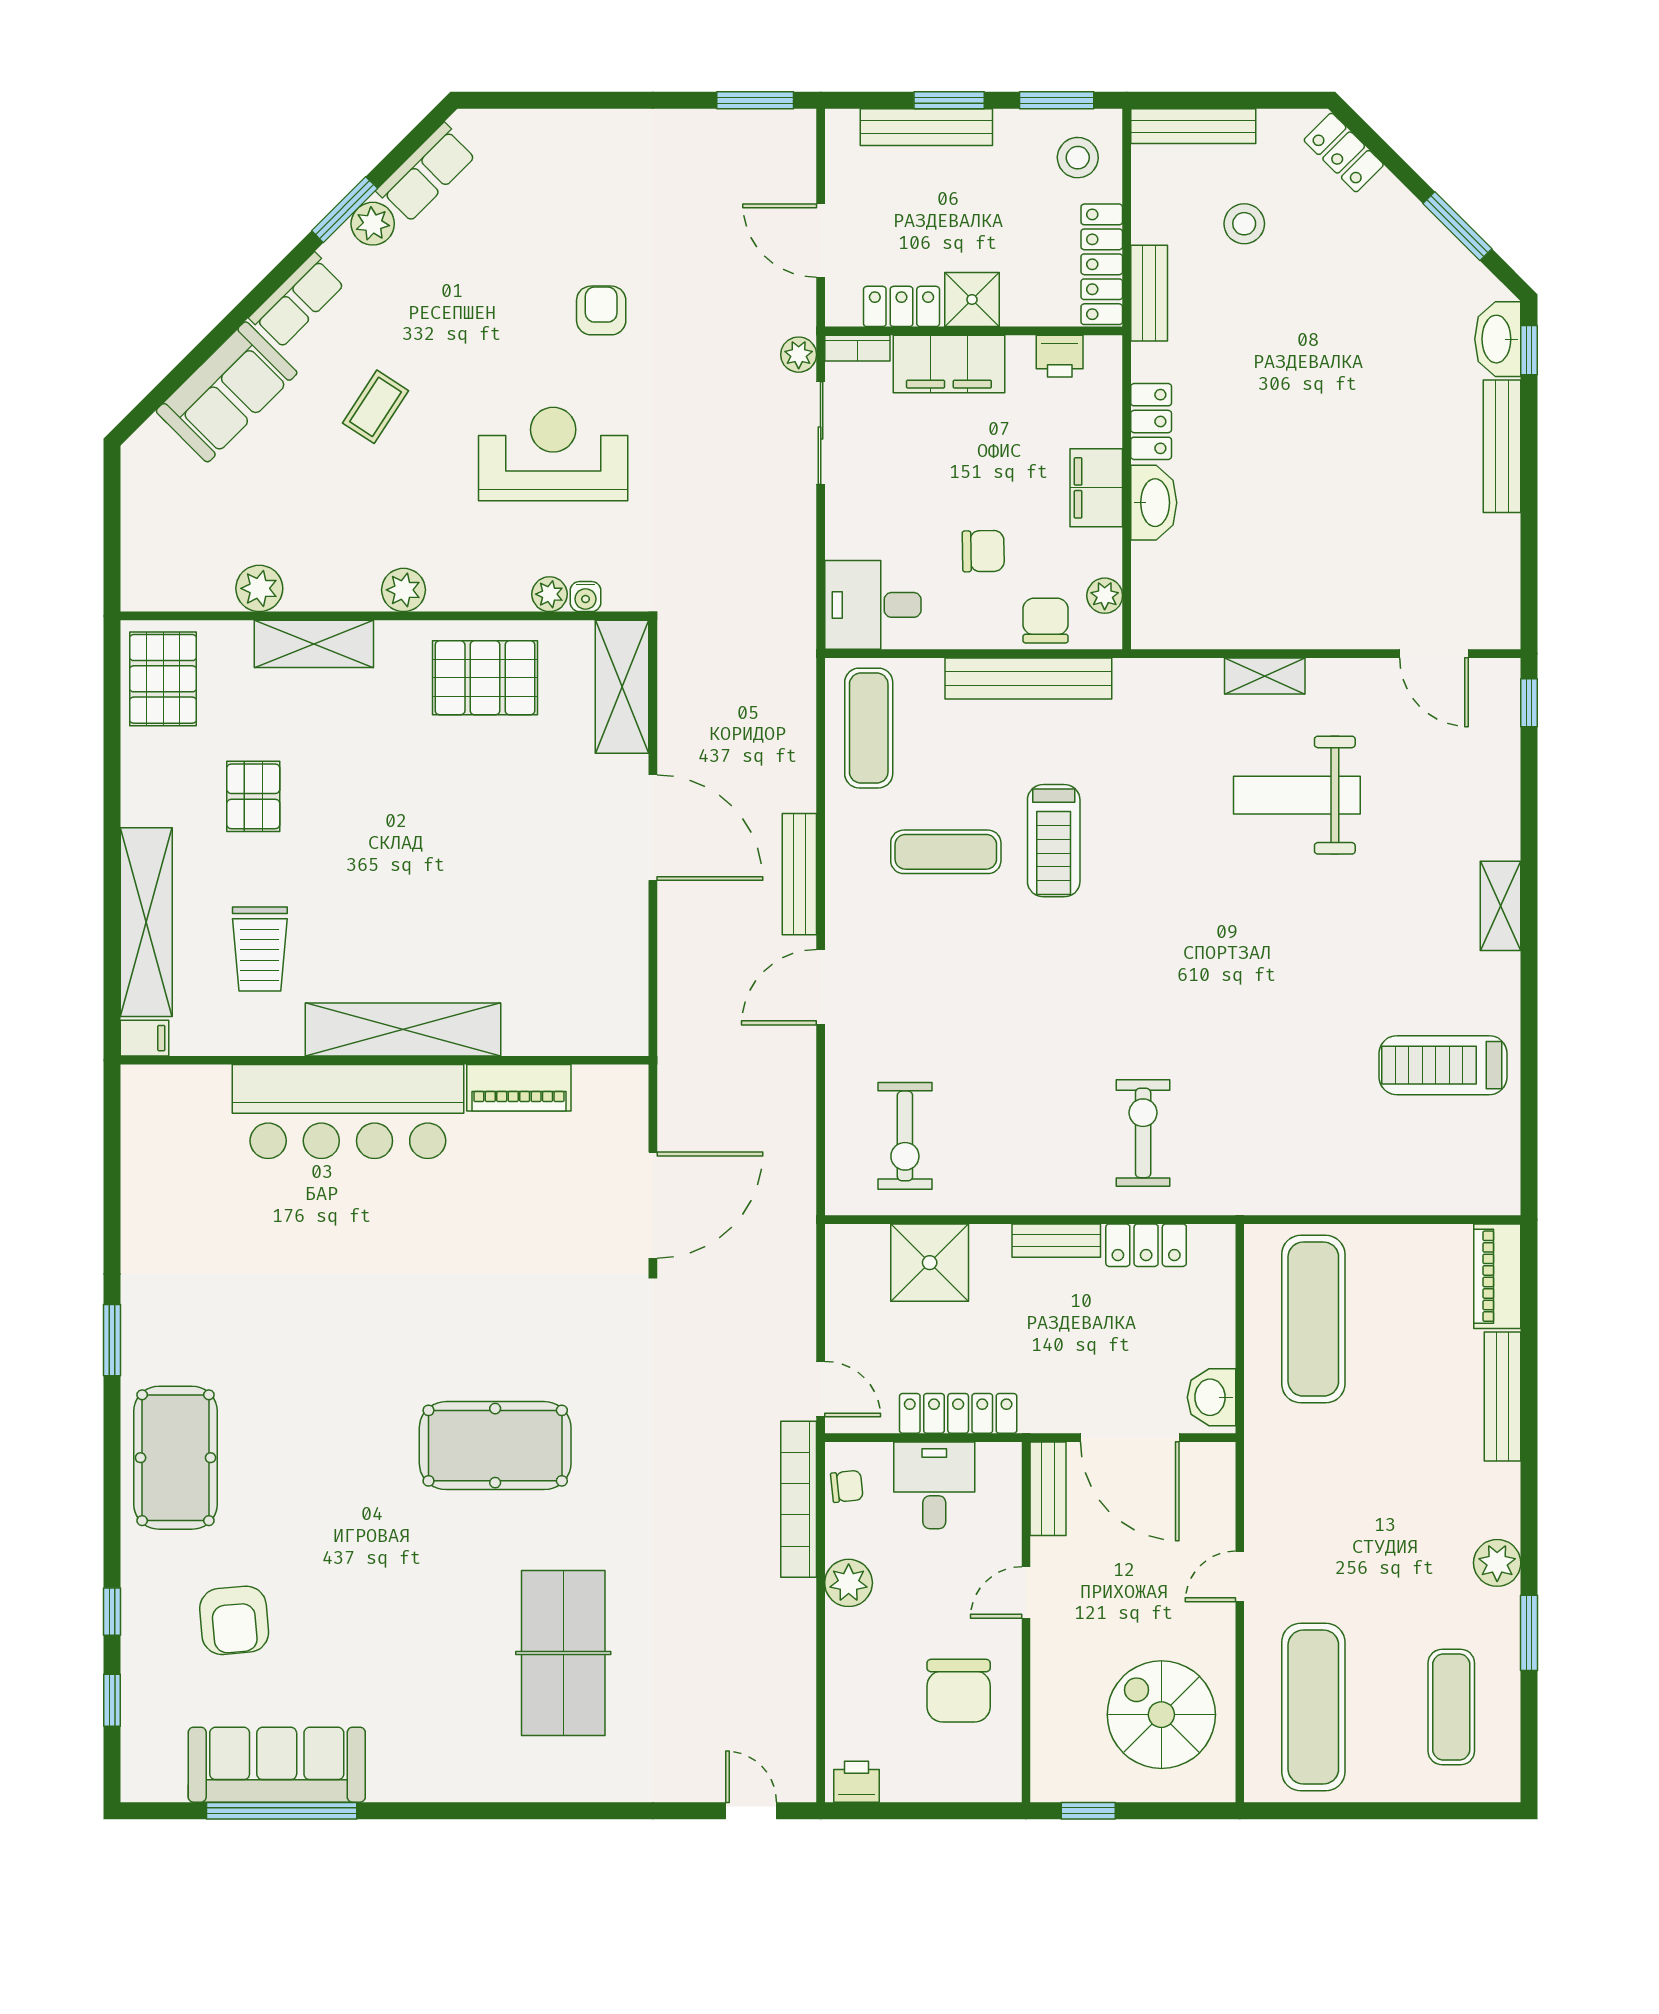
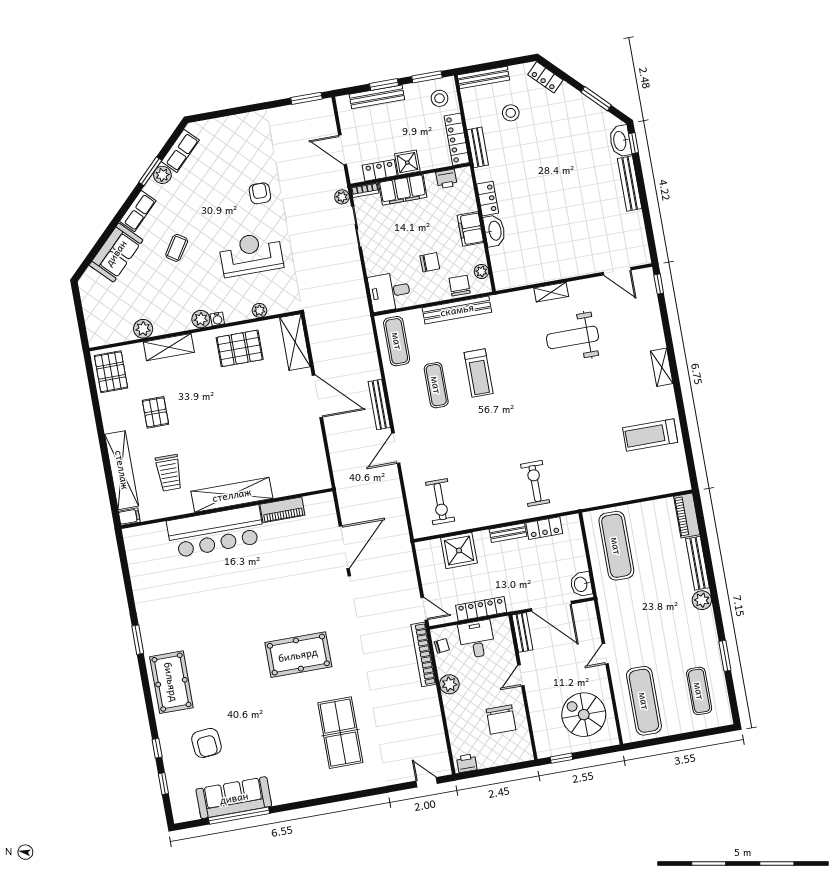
water cooler: (586, 597) -> (217, 319), moved
exercise mat: (946, 852) -> (436, 385), turned 90
plant: (1497, 1563) -> (702, 600), moved

